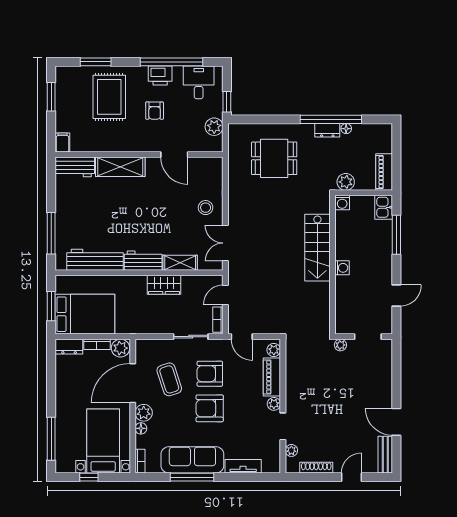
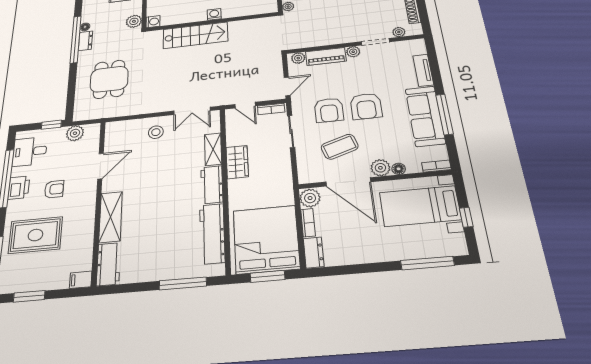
bed: (85, 314) -> (266, 239), width x1.36

